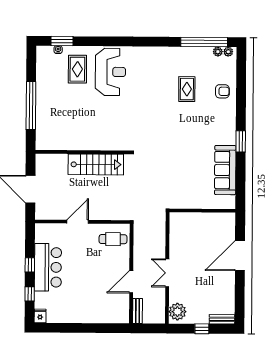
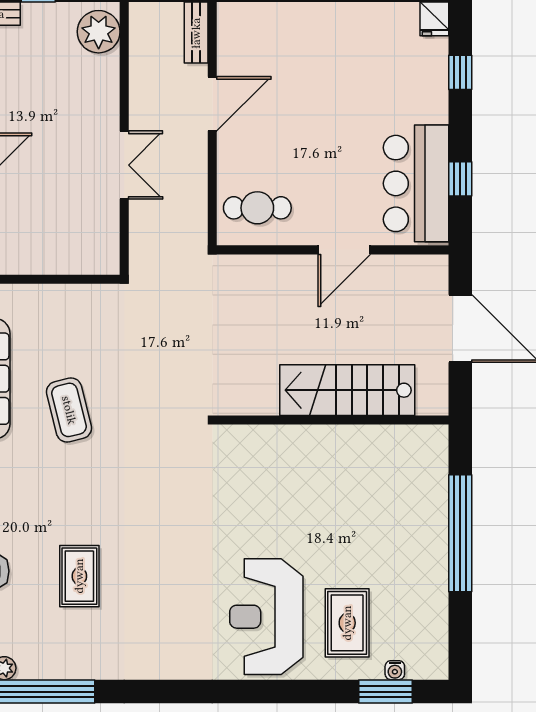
coffee table: (191, 157) -> (69, 410), added
stairs: (96, 164) -> (347, 390), moved
window: (30, 265) -> (460, 179), moved
bar counter: (48, 267) -> (416, 183), moved
double door: (167, 273) -> (124, 165), moved

